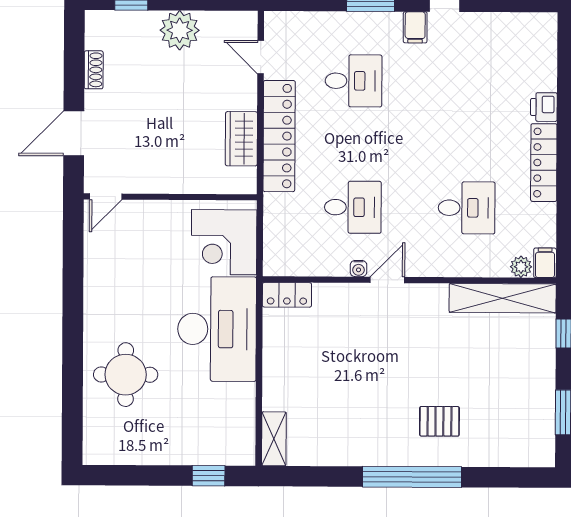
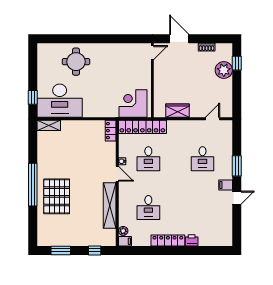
plant: (180, 30) -> (224, 70), moved
locker: (279, 136) -> (142, 127), moved
door: (106, 197) -> (152, 53), swing flipped
shelving: (503, 298) -> (110, 206), moved
desk: (217, 329) -> (60, 101), moved
pallet: (439, 421) -> (57, 196), width x2.05, depth x2.00

